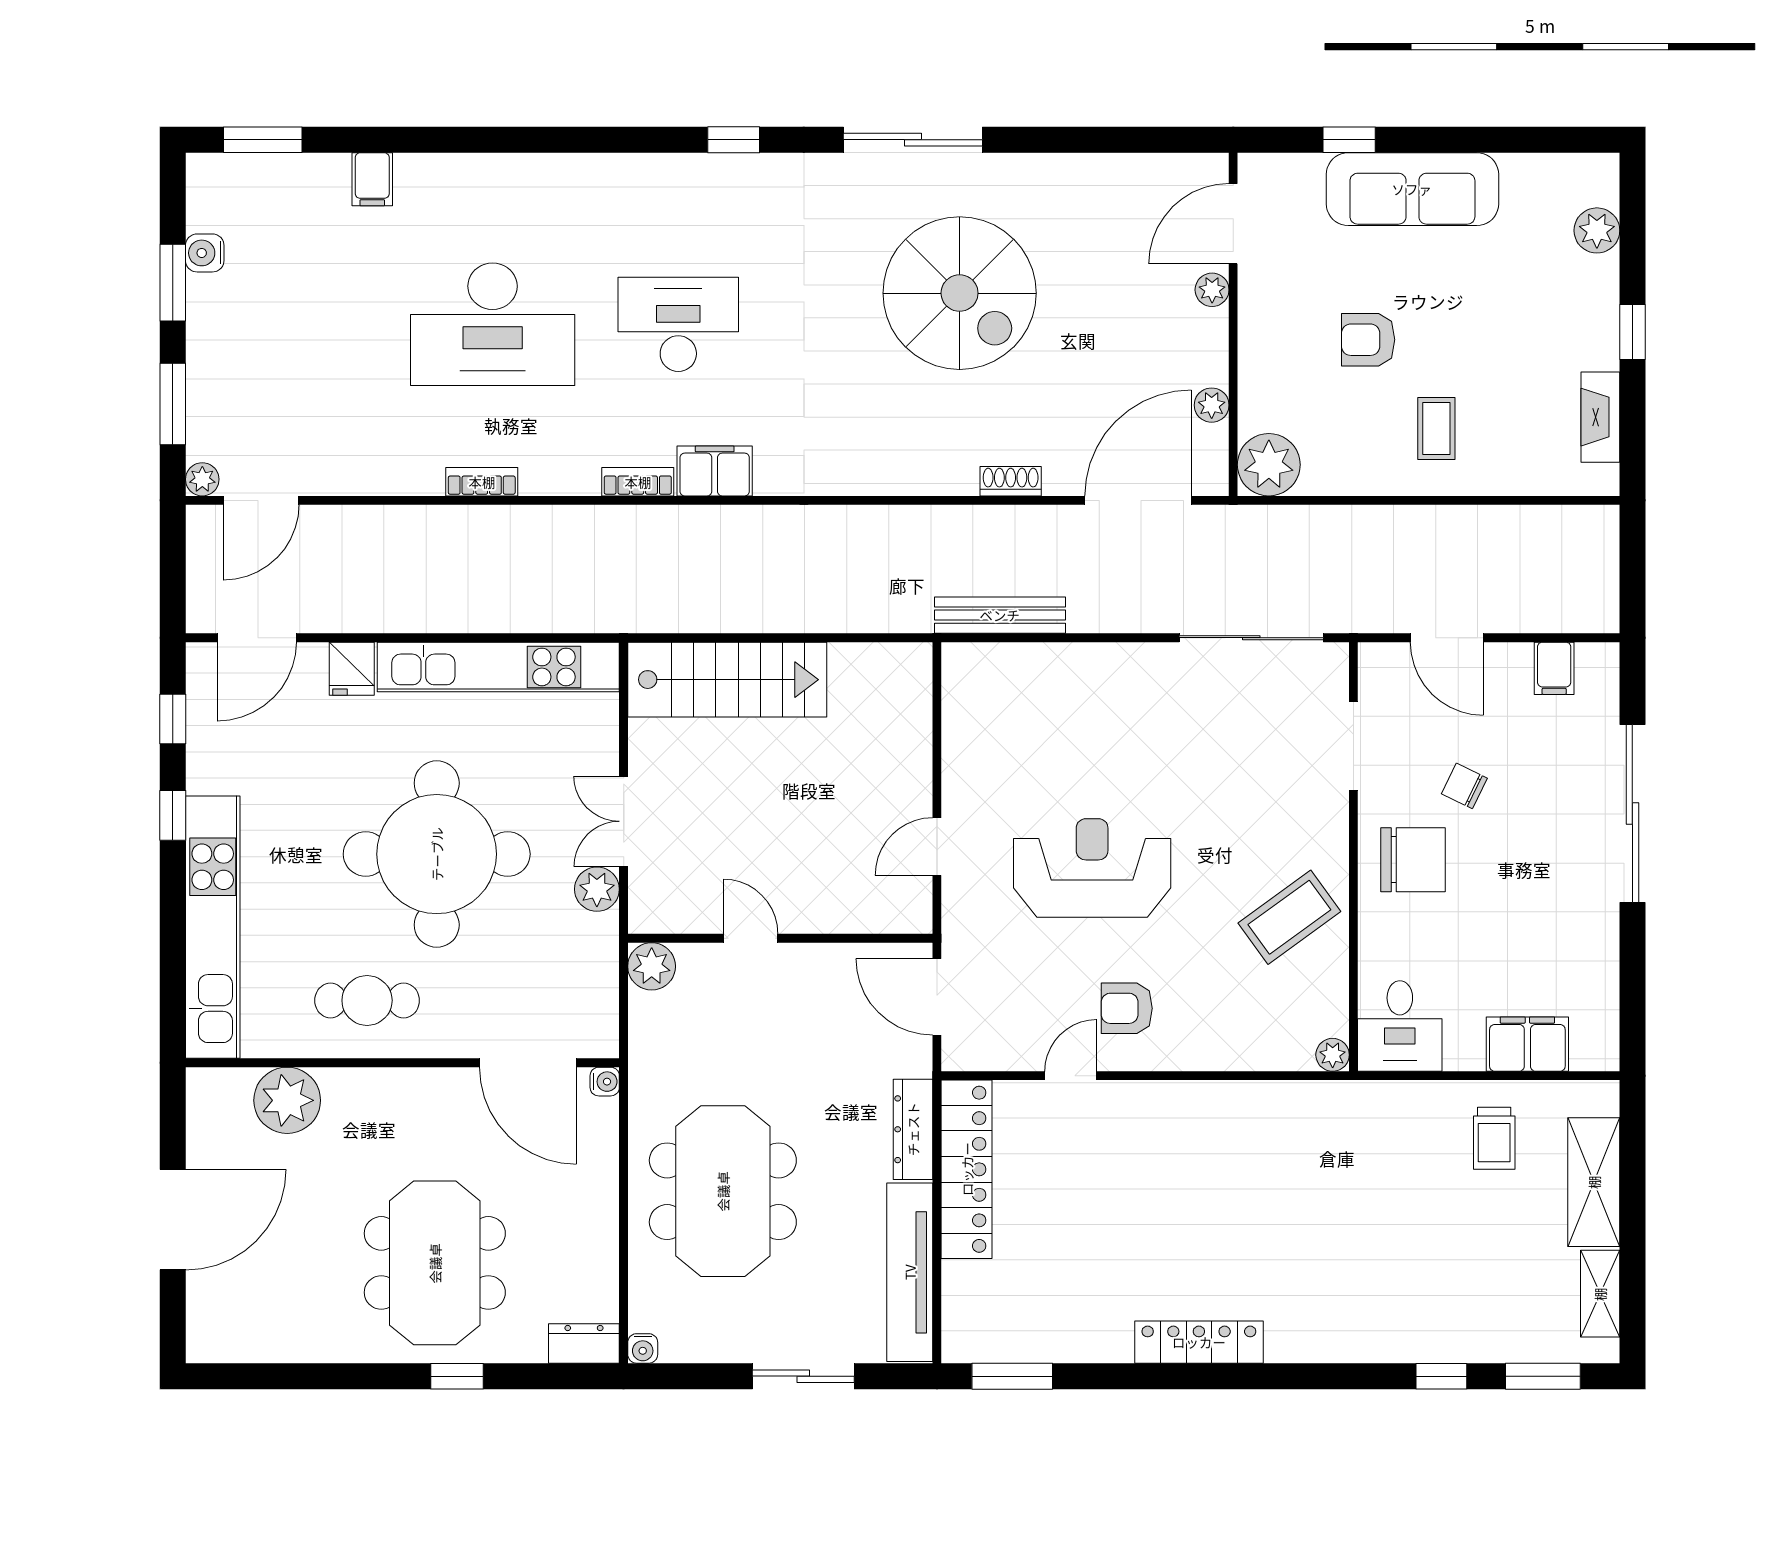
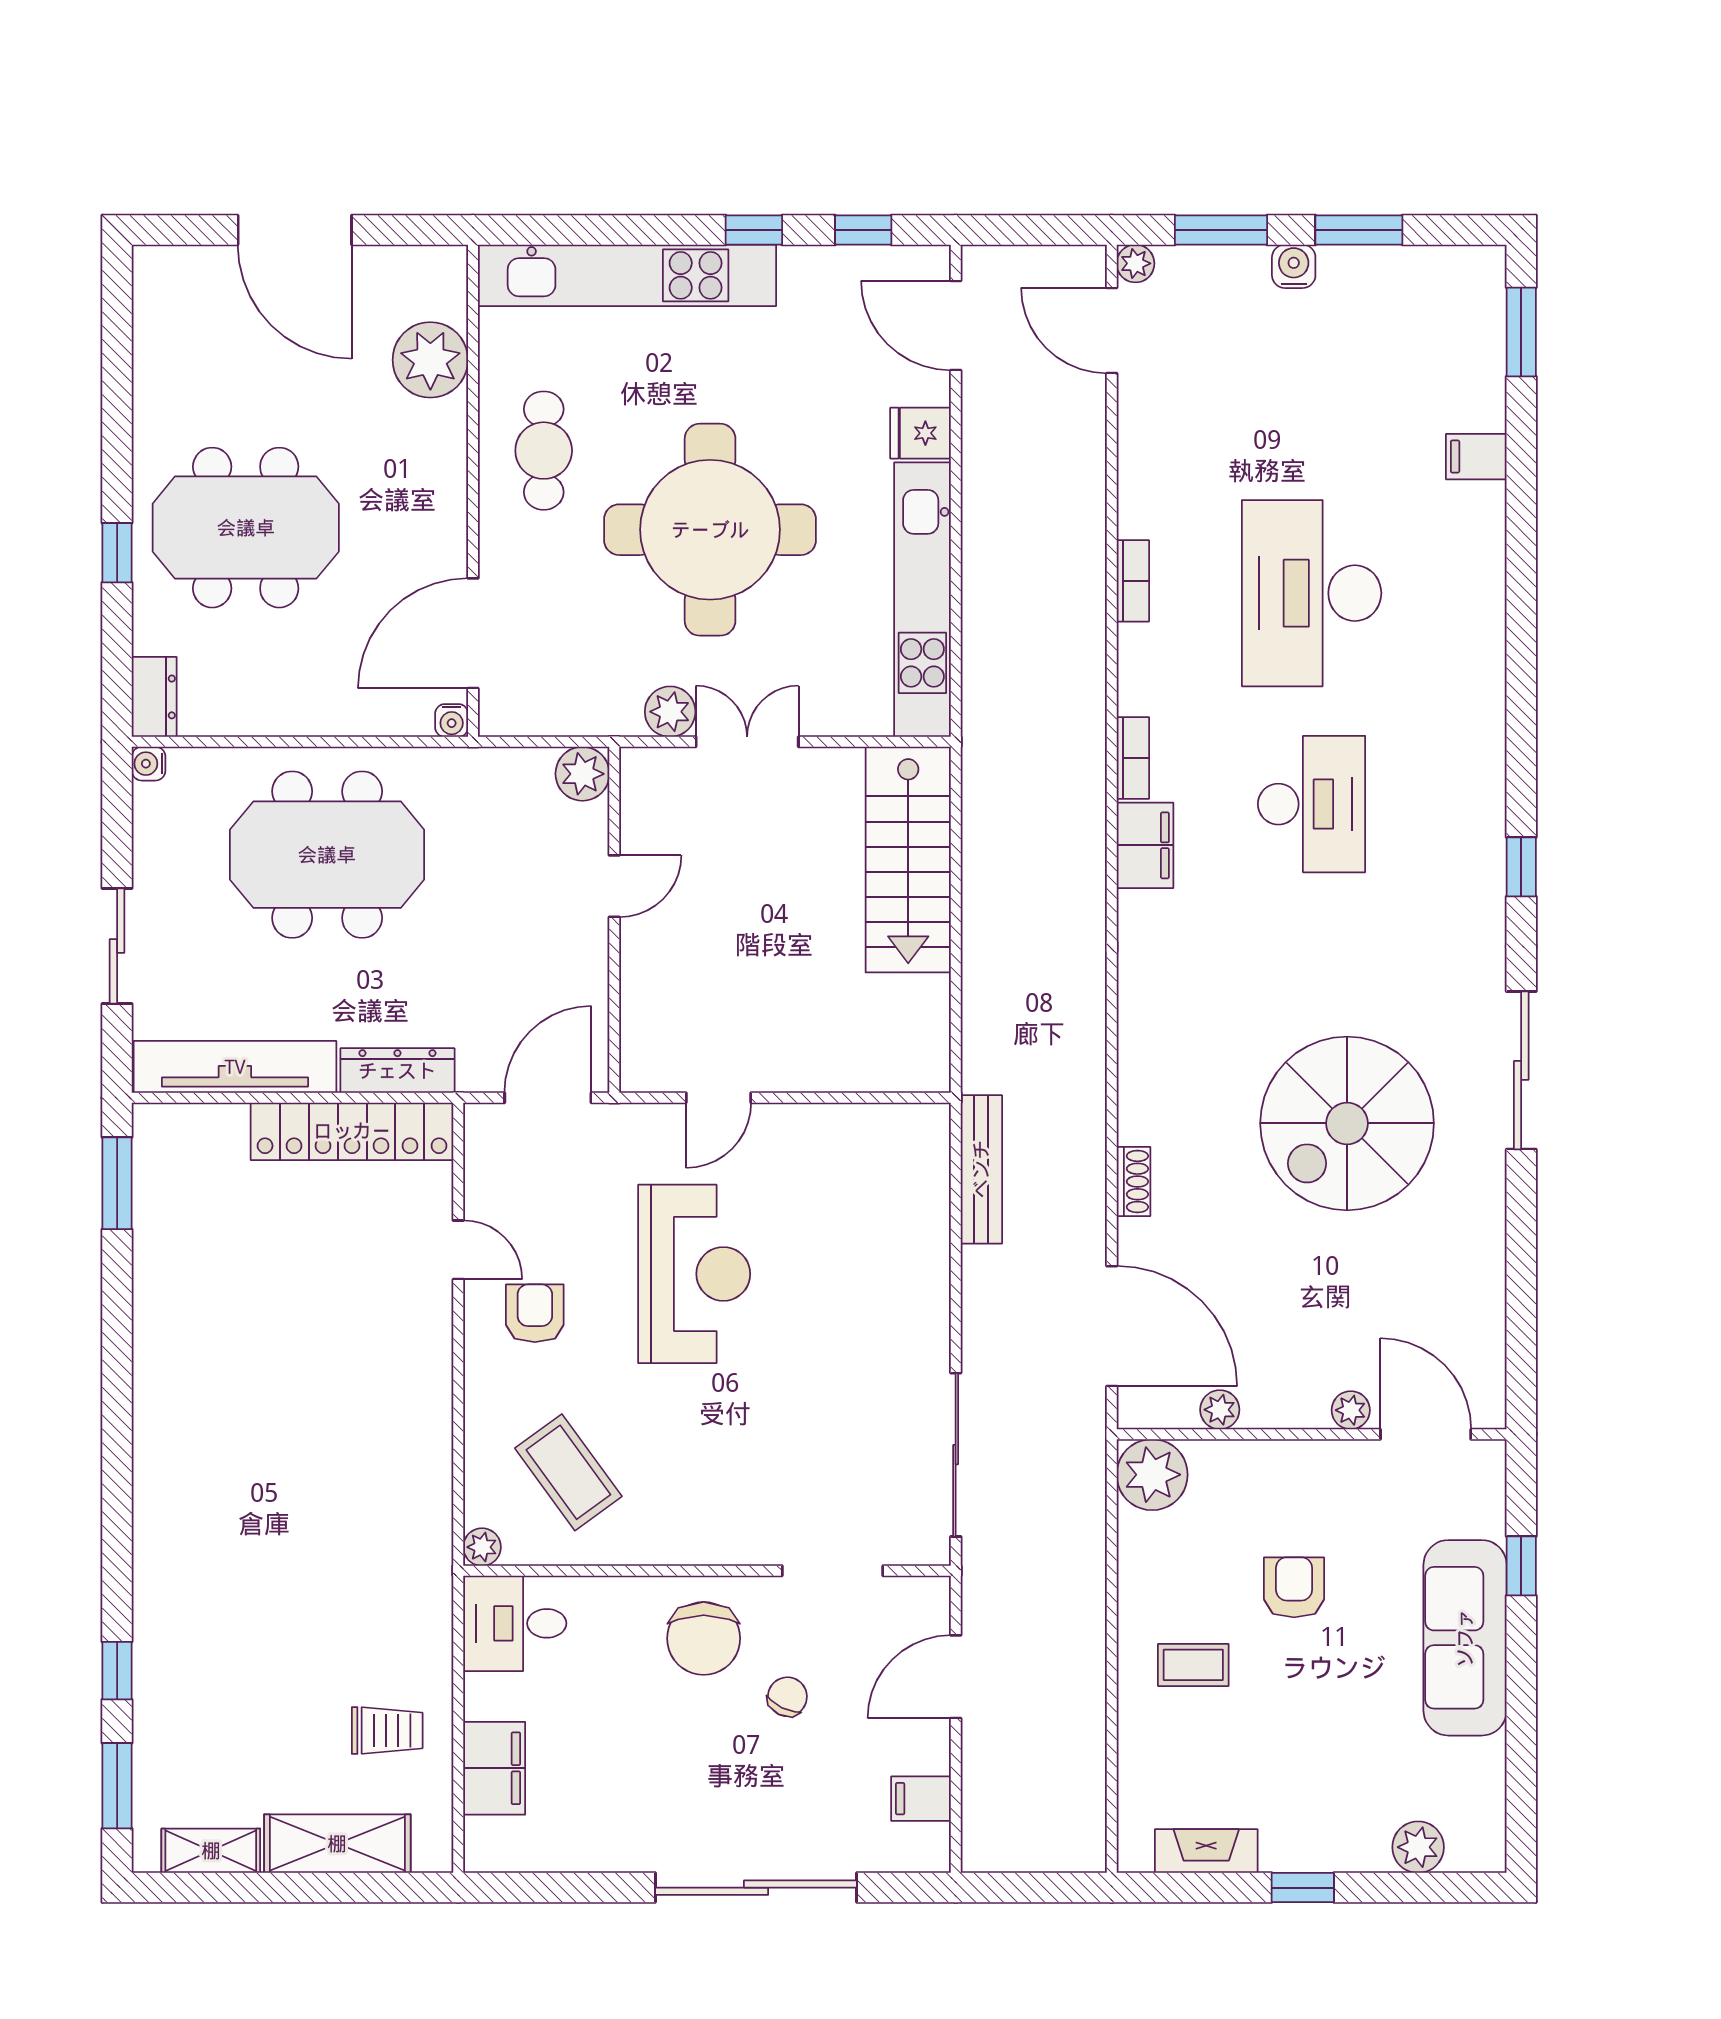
water cooler: (205, 253) -> (1294, 266), moved
door: (937, 847) -> (719, 1098), swing flipped
coffee table: (1289, 917) -> (568, 1472), moved
trolley: (1494, 1138) -> (387, 1730), turned 180
locker: (1199, 1342) -> (156, 1395), removed

